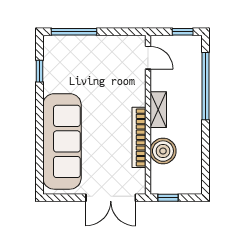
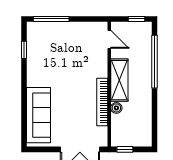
shelving: (158, 110) -> (119, 80), width x1.50, depth x1.33
sofa: (62, 141) -> (38, 115), width x0.74, depth x0.79
boiler: (163, 151) -> (116, 108), width x0.54, depth x0.54

